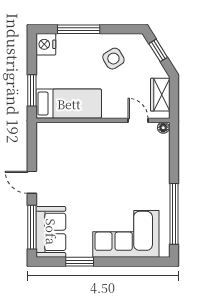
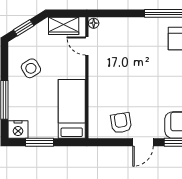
window: (32, 90) -> (40, 142), moved
door: (138, 120) -> (87, 46), hinge flipped
armchair: (53, 158) -> (121, 123), added

